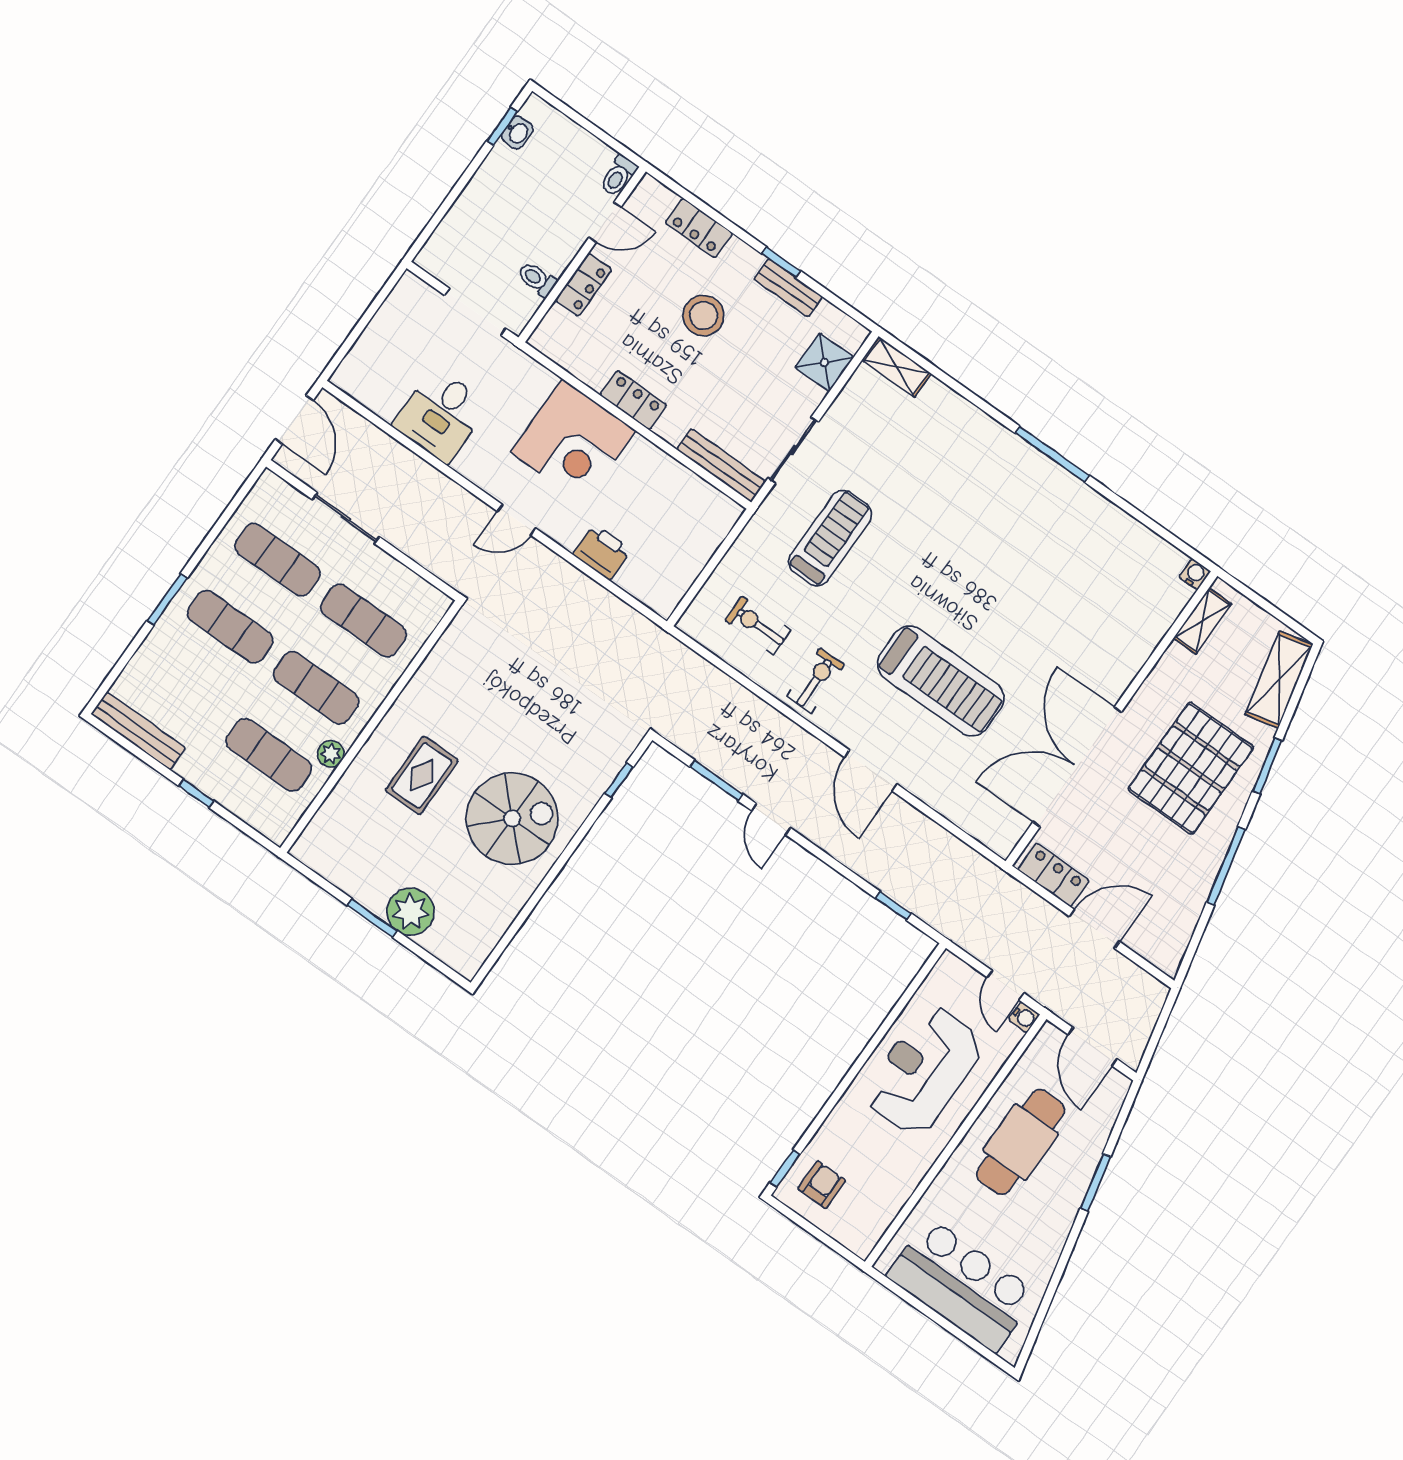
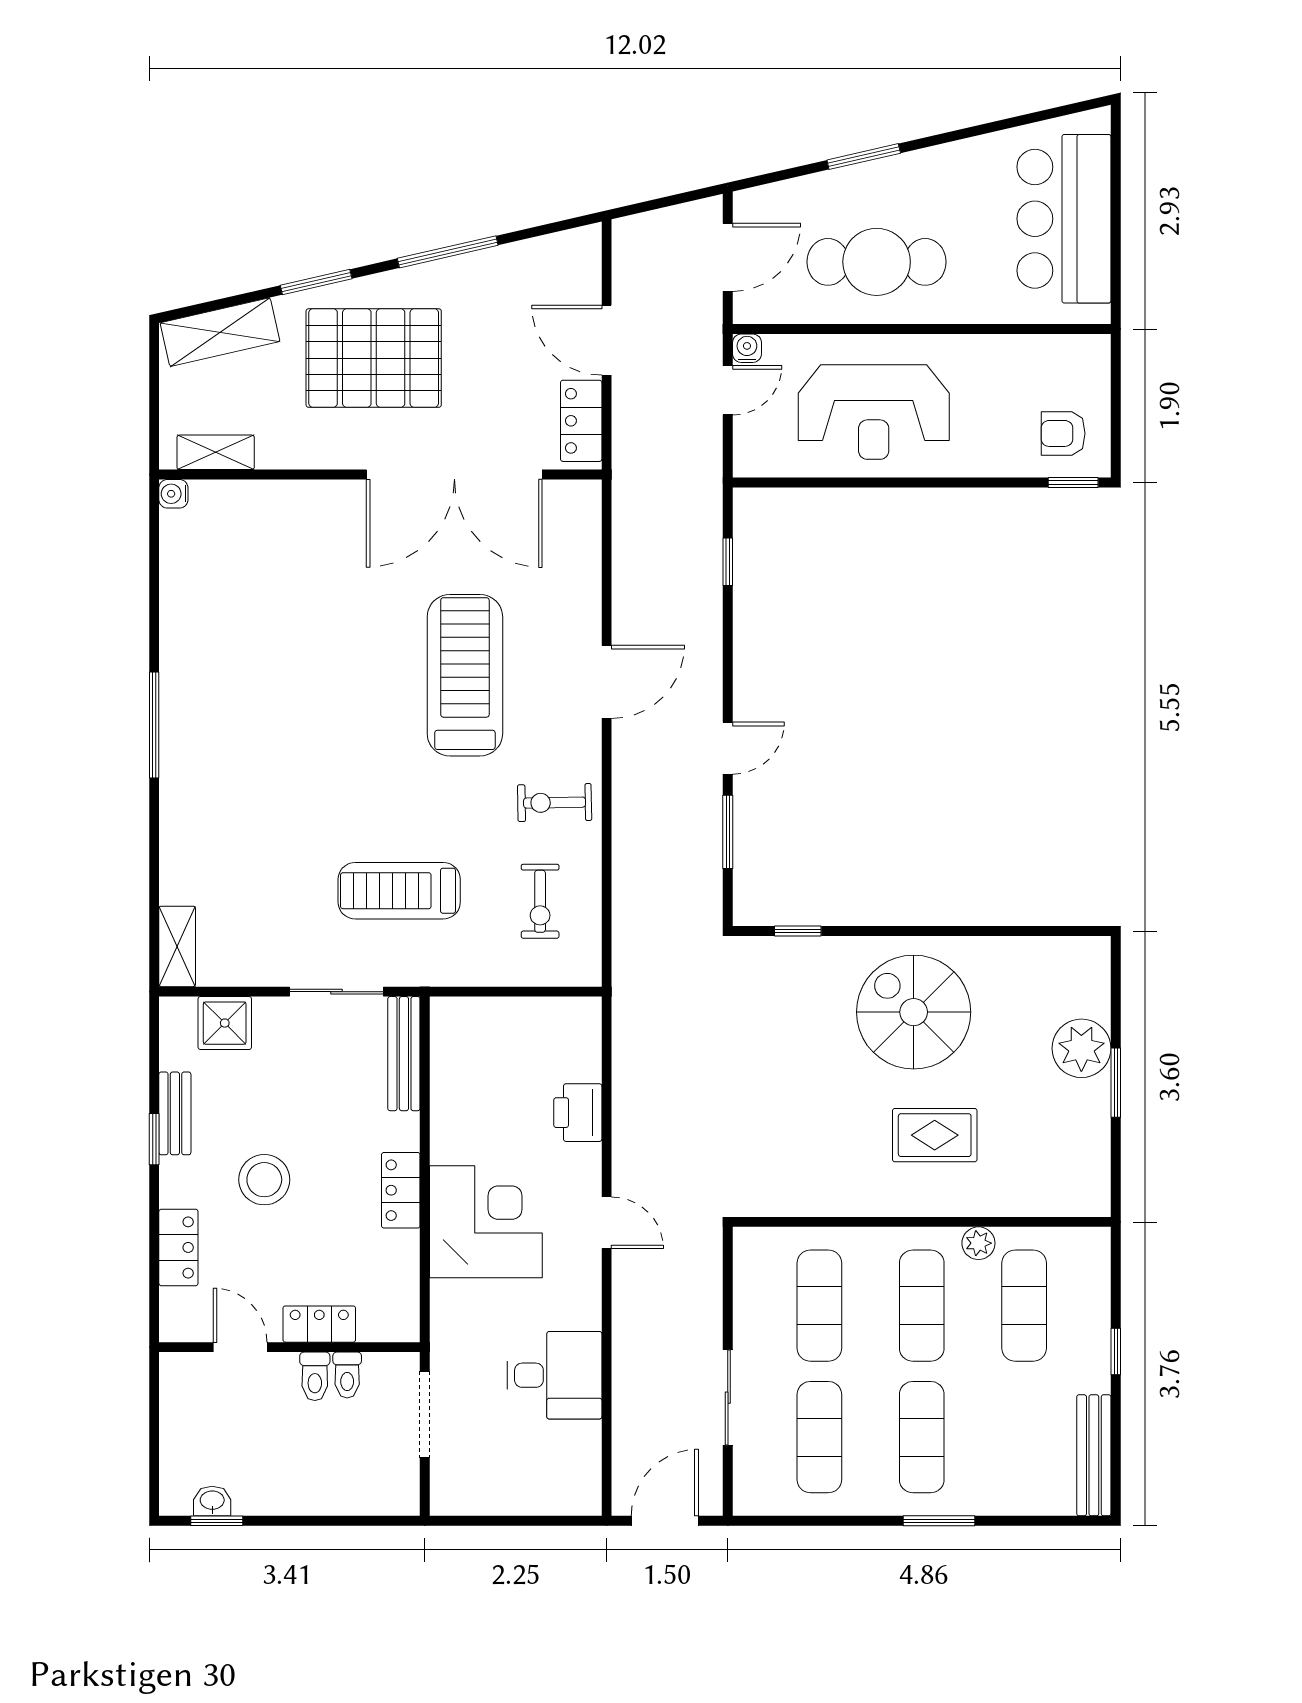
toilet: (618, 176) -> (315, 1376), moved, turned 90

